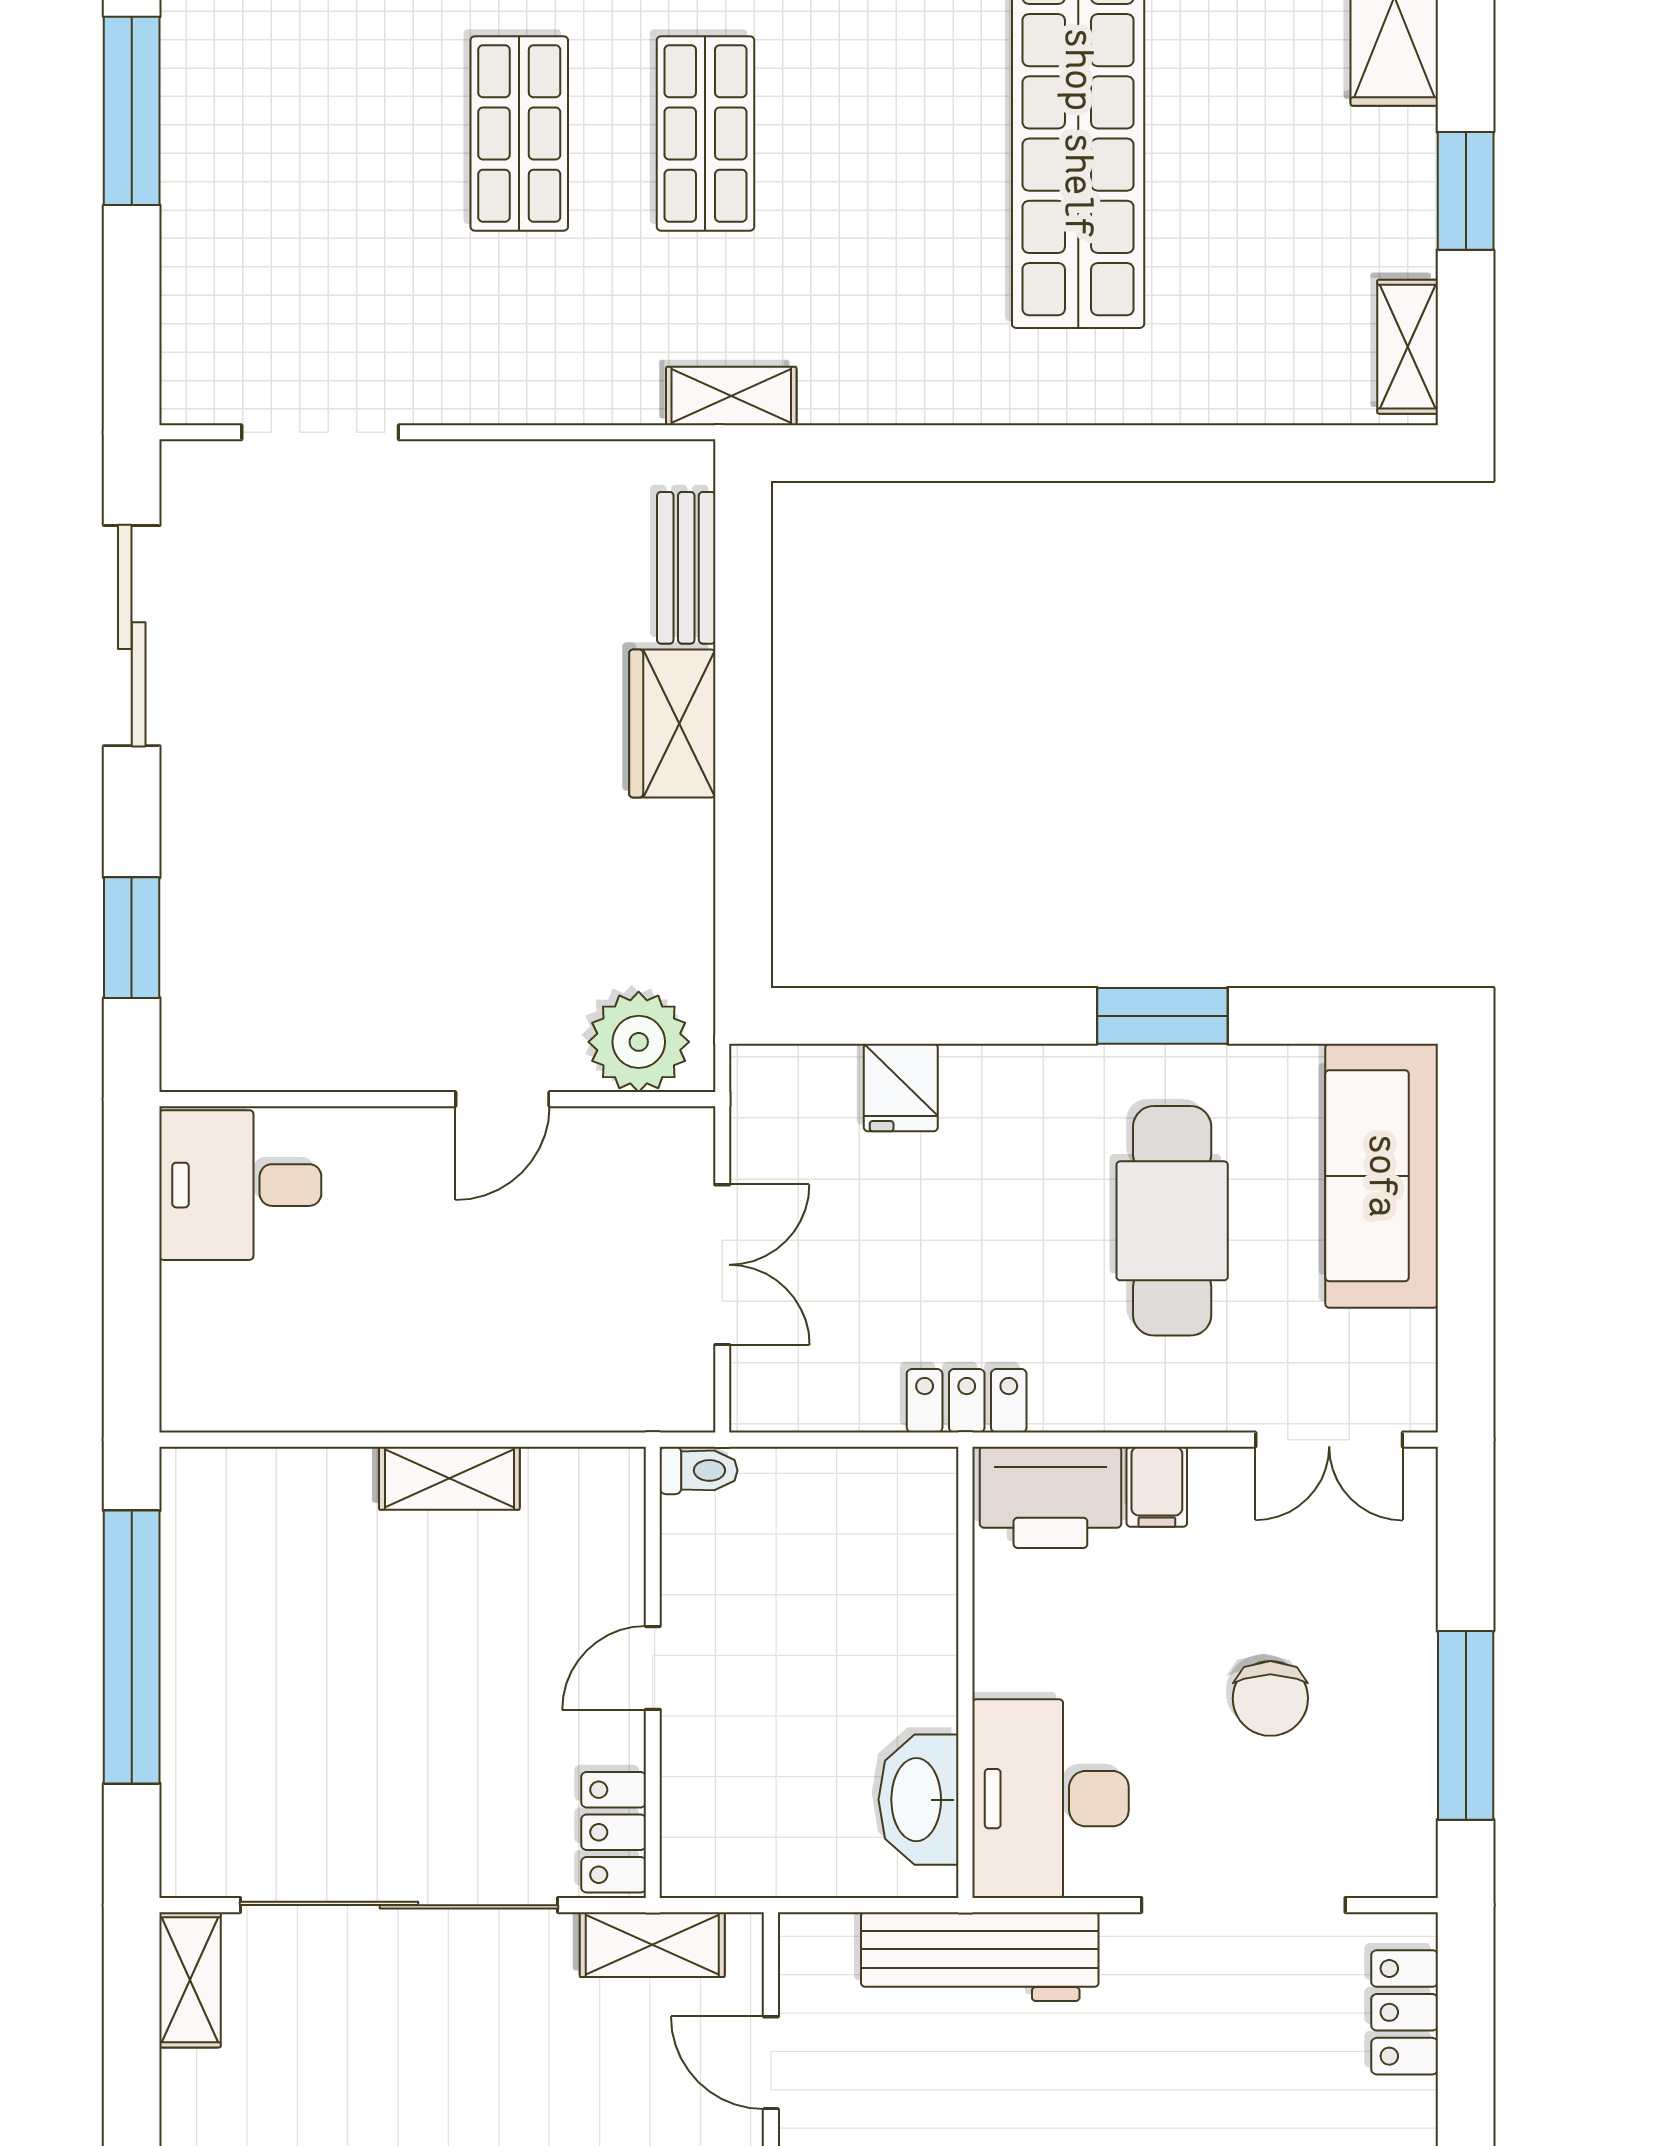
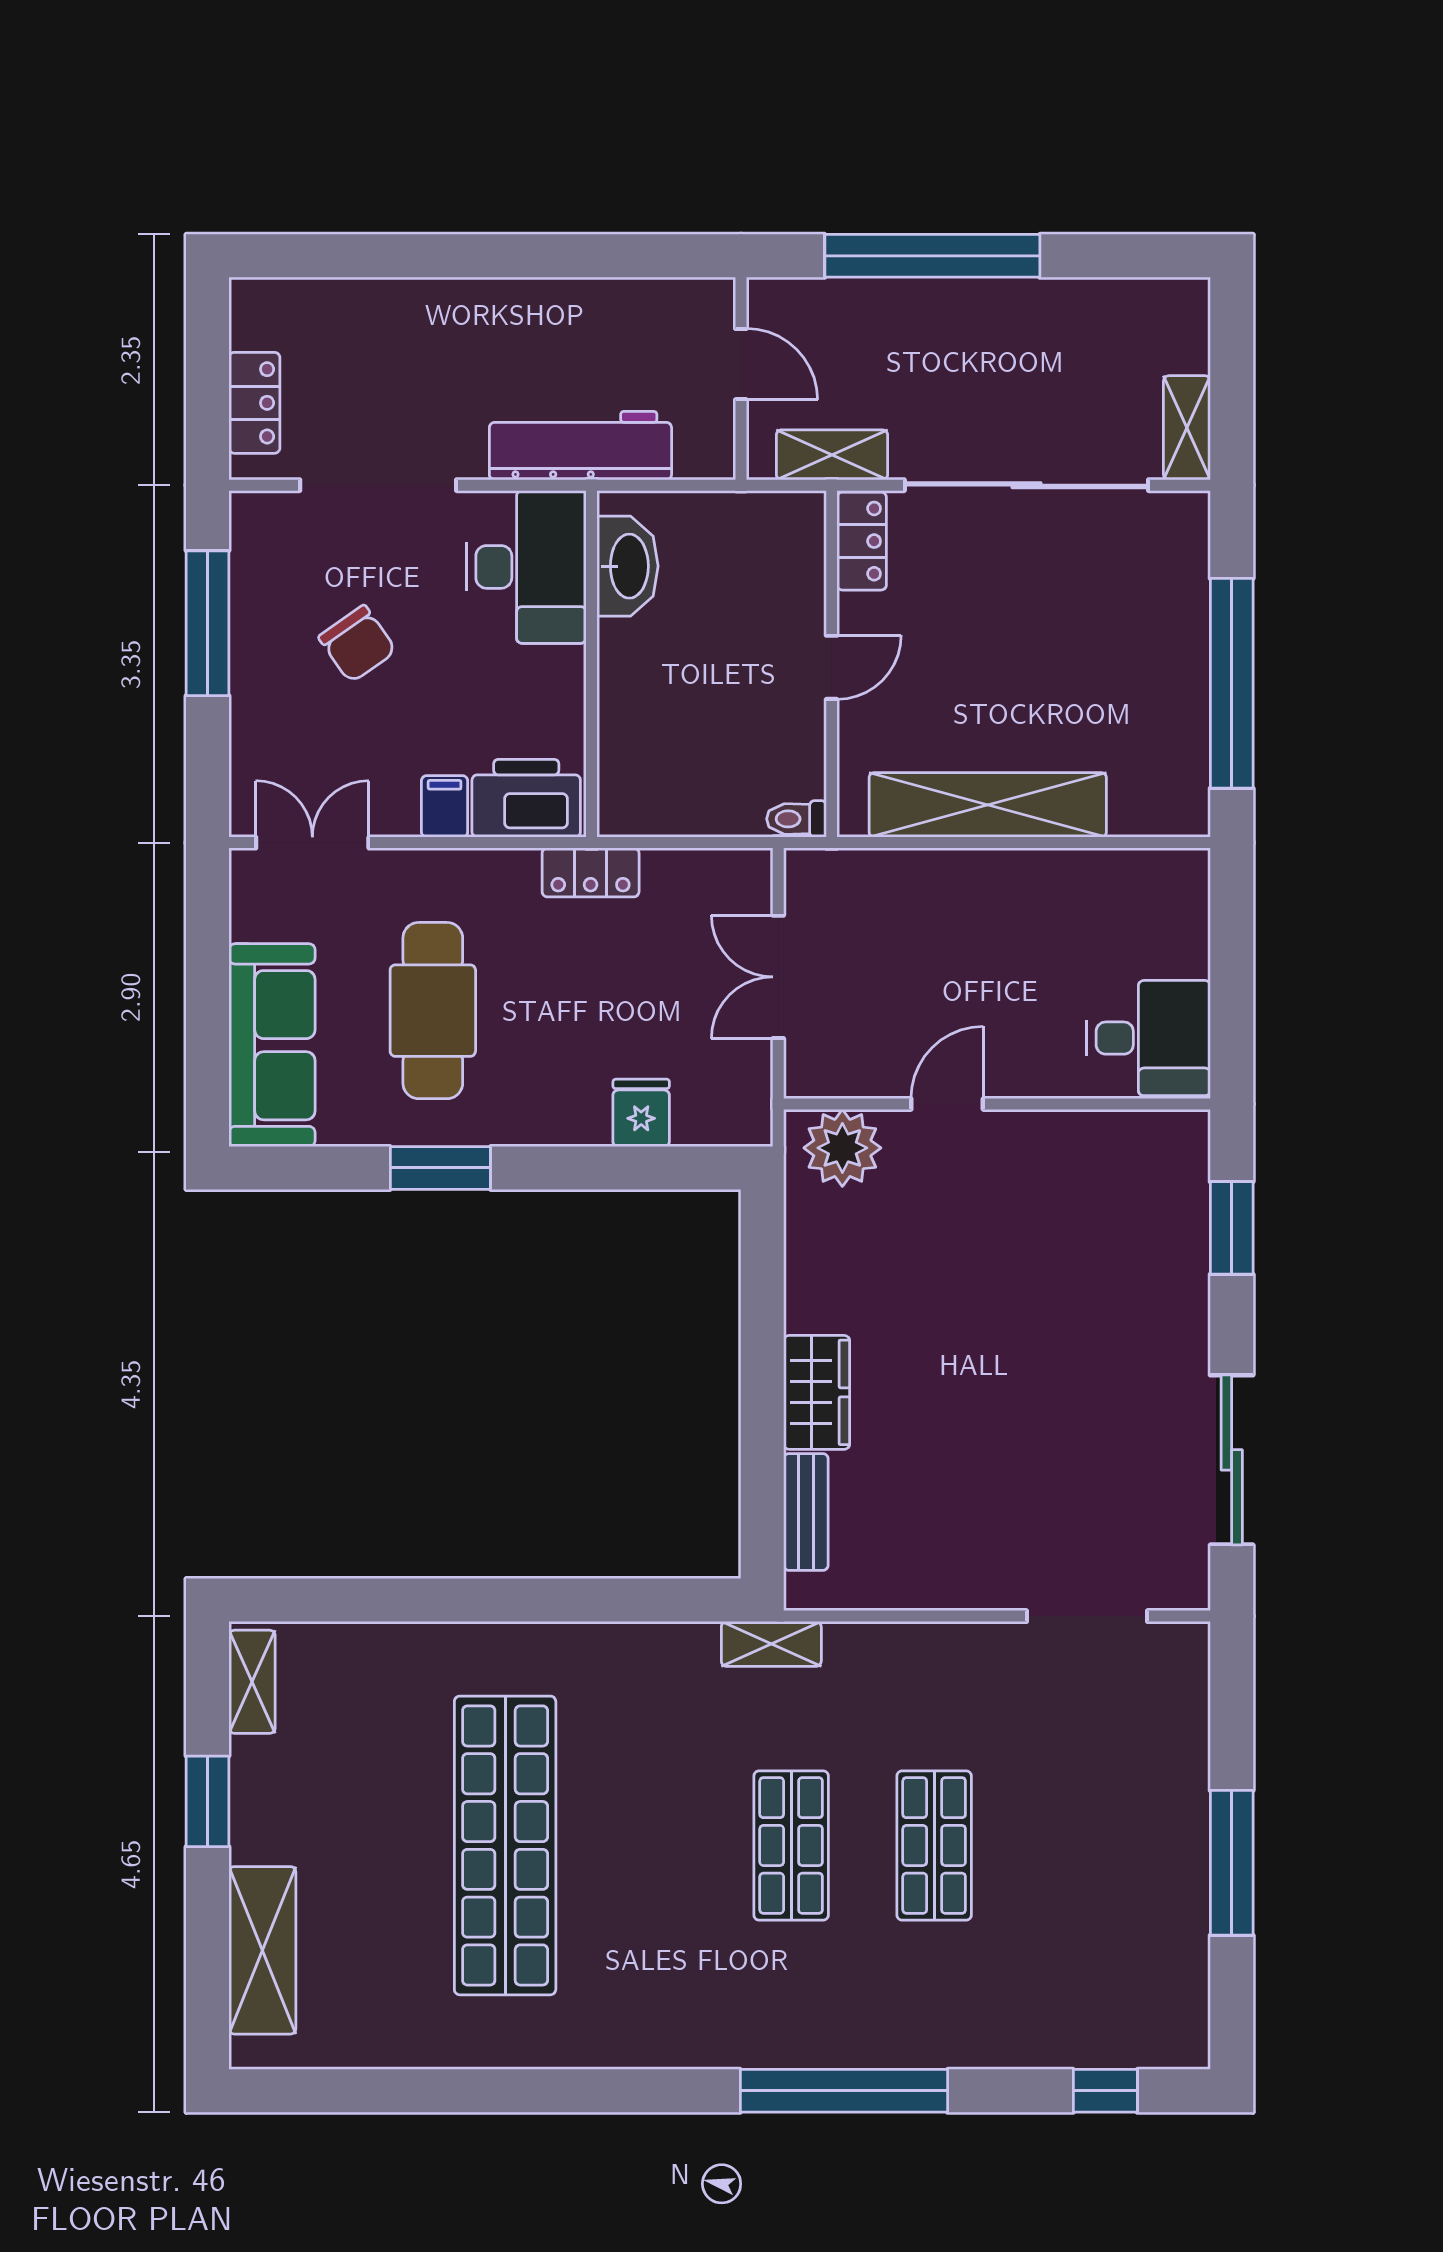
shelving: (449, 1478) -> (988, 805), width x2.20, depth x1.33
chair: (1270, 1698) -> (357, 644), turned 145

